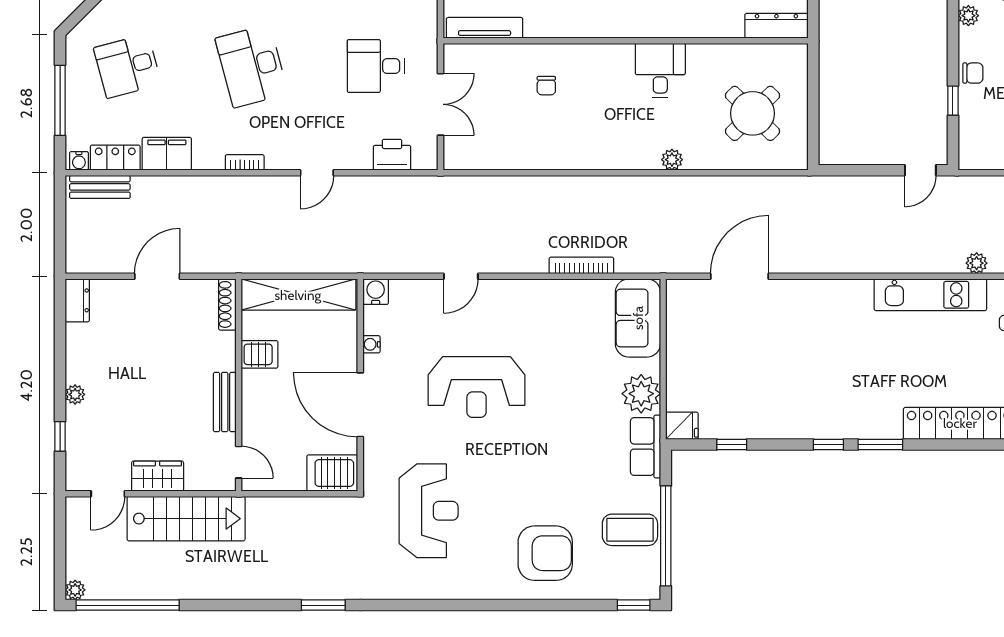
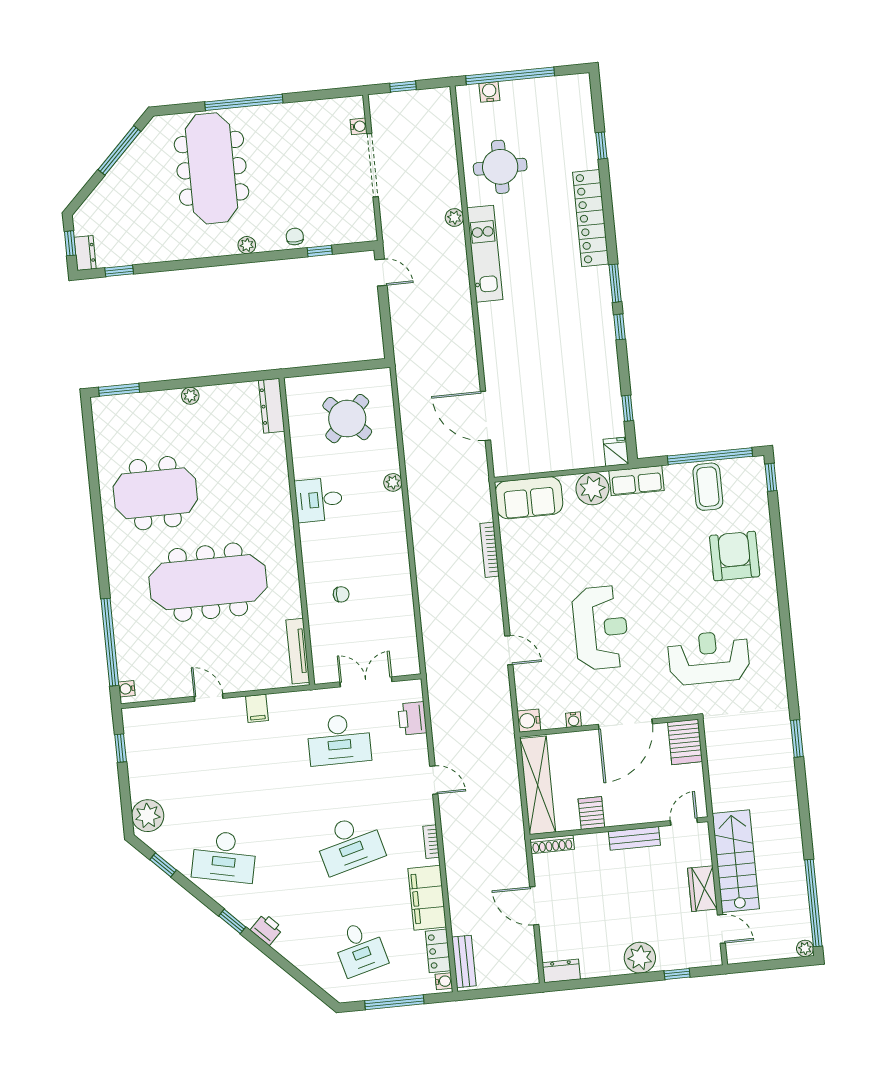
desk: (376, 66) -> (339, 740), width x1.37
filing cabinet: (167, 154) -> (427, 898), width x1.50, depth x1.17
plant: (75, 394) -> (640, 958), width x1.87, depth x1.87

